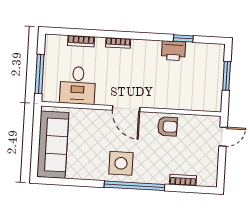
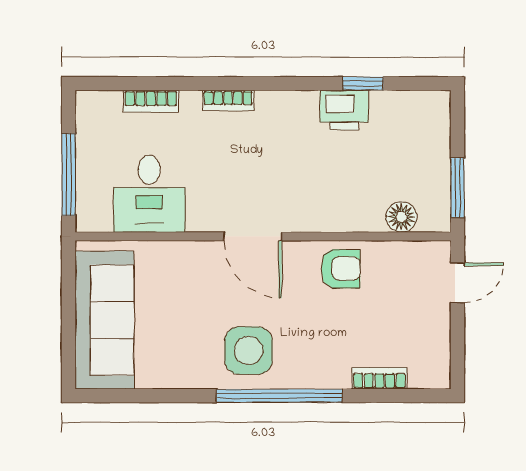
window: (227, 76) -> (457, 188), moved
floor lamp: (198, 103) -> (401, 217), added

